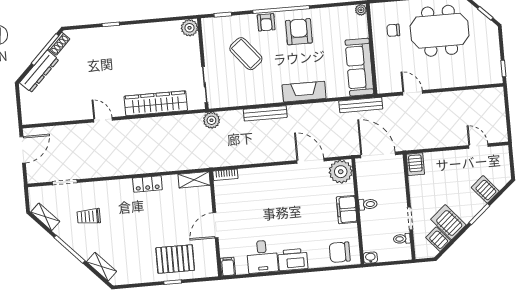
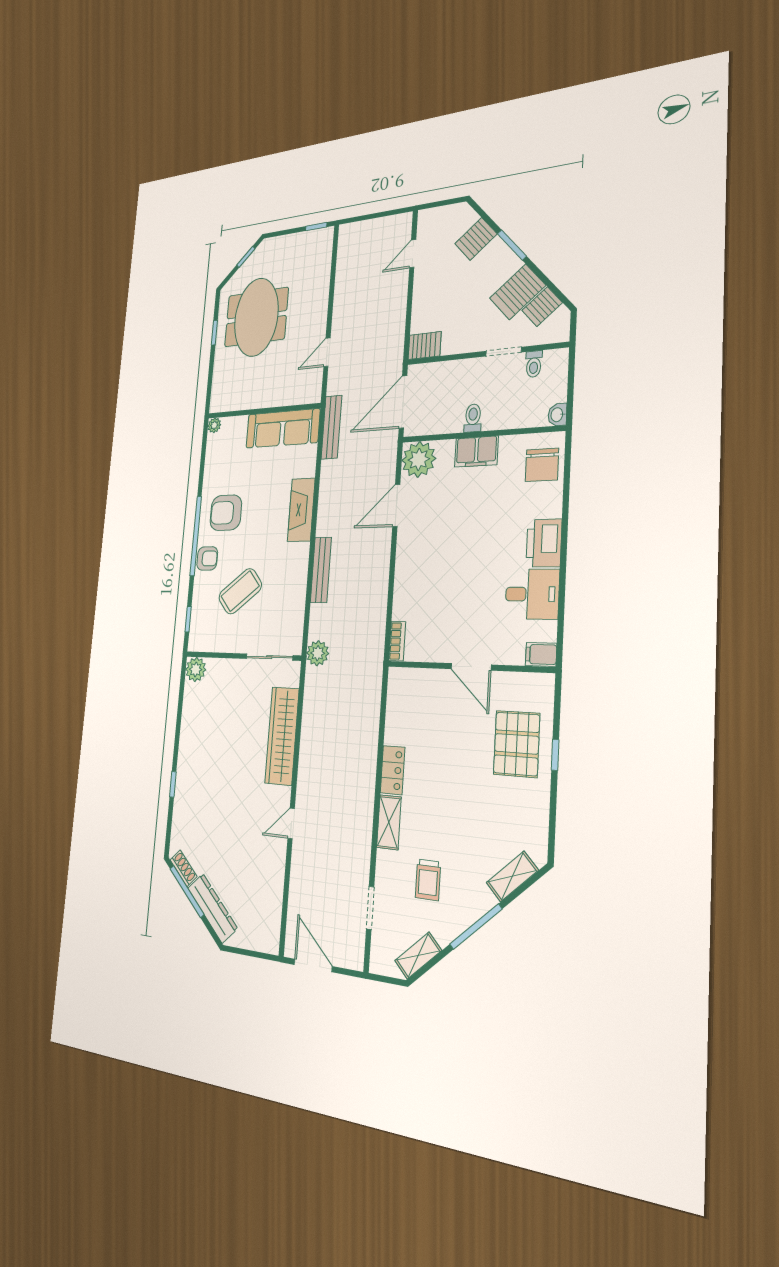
chair: (393, 30) -> (246, 381), removed
shelving: (194, 180) -> (389, 822), moved

